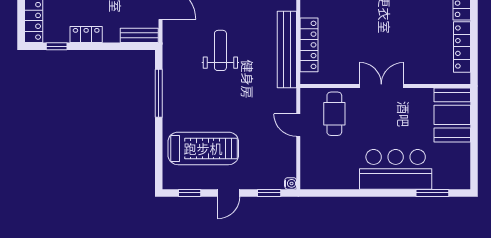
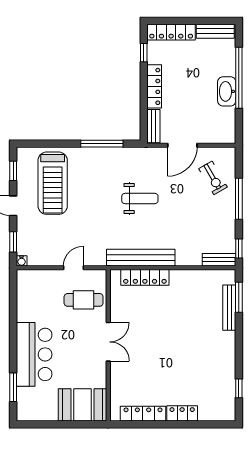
locker: (86, 34) -> (154, 86), width x1.53

